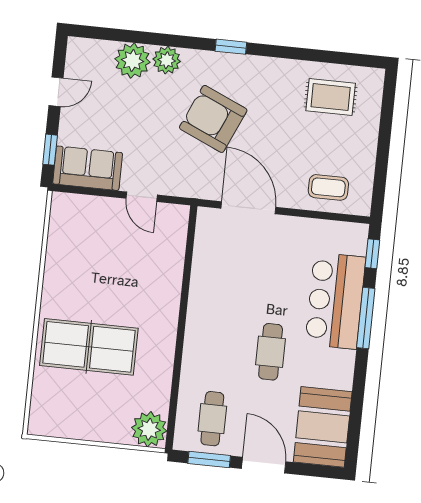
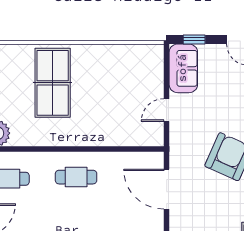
door: (248, 208) -> (167, 189), swing flipped
cafe table: (271, 352) -> (76, 177), moved

